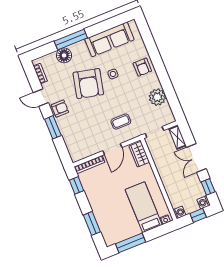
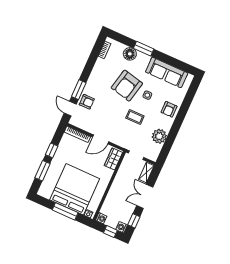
window: (71, 39) -> (144, 49), width x0.69
door: (41, 98) -> (70, 109), moved
armchair: (60, 109) -> (87, 102), moved
coffee table: (121, 122) -> (135, 117), moved
window: (76, 185) -> (52, 150), moved
bed: (144, 207) -> (75, 189), width x2.04
window: (130, 243) -> (65, 211), moved

